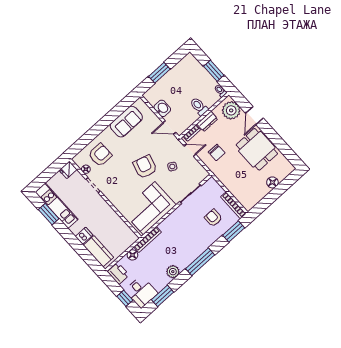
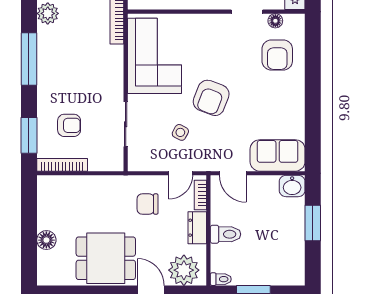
washbasin: (162, 108) -> (292, 186), moved
sofa: (126, 122) -> (278, 155), moved, turned 90
door: (169, 127) -> (233, 173), swing flipped
armchair: (145, 167) -> (211, 98), turned 95

